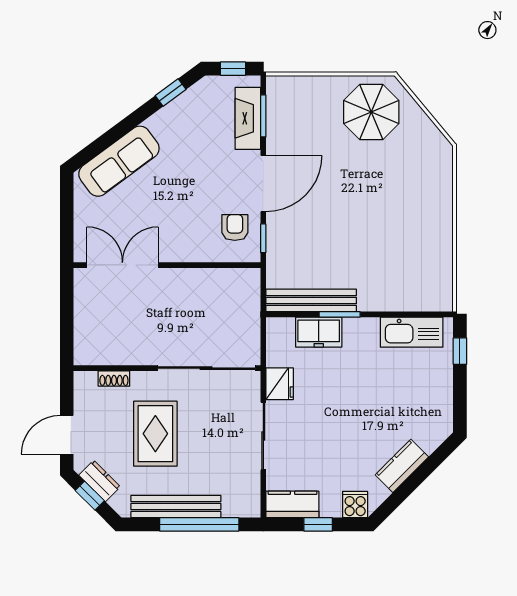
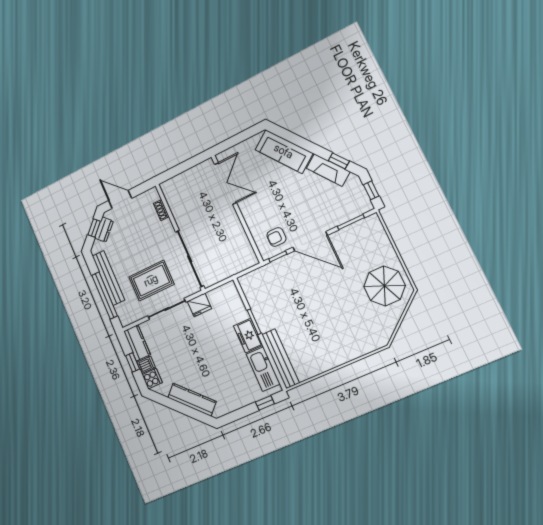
fireplace: (248, 118) -> (328, 170), moved, turned -126
armchair: (235, 228) -> (276, 237), turned 180
bench: (311, 300) -> (281, 359), moved
freezer: (319, 332) -> (248, 336), moved
rug: (155, 434) -> (151, 280), moved
kitchen counter: (402, 466) -> (192, 400), width x1.50
dishwasher: (331, 505) -> (146, 365), added

